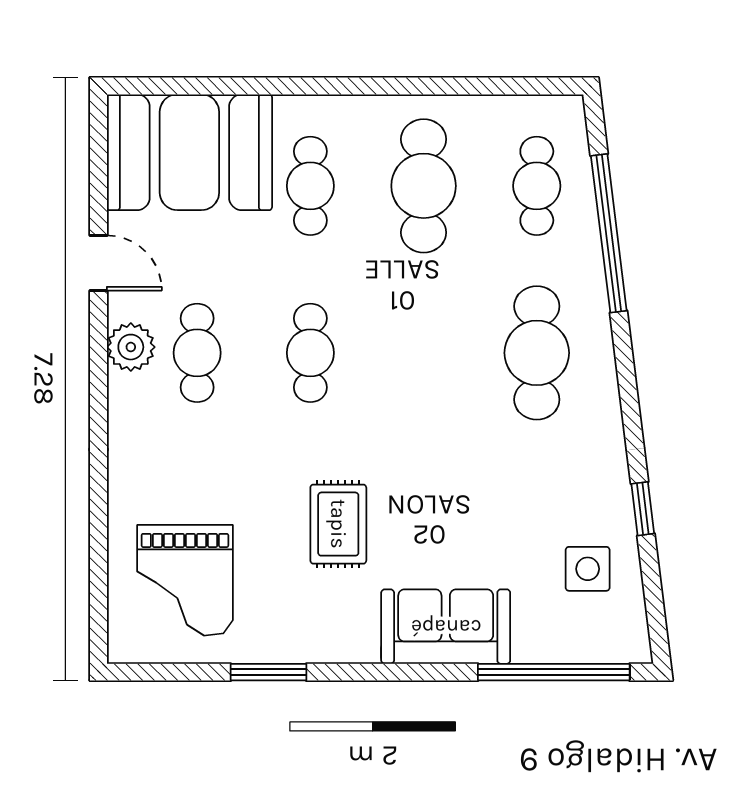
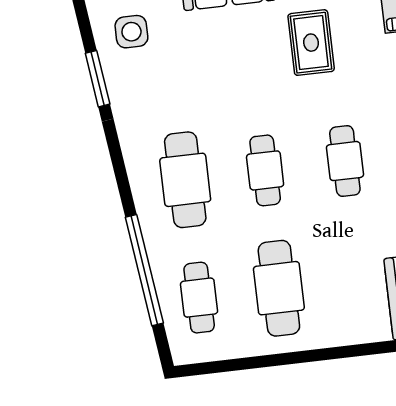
cafe table: (310, 186) -> (265, 170), moved
window: (643, 509) -> (98, 79), width x1.50

